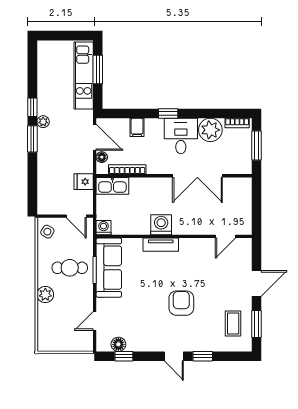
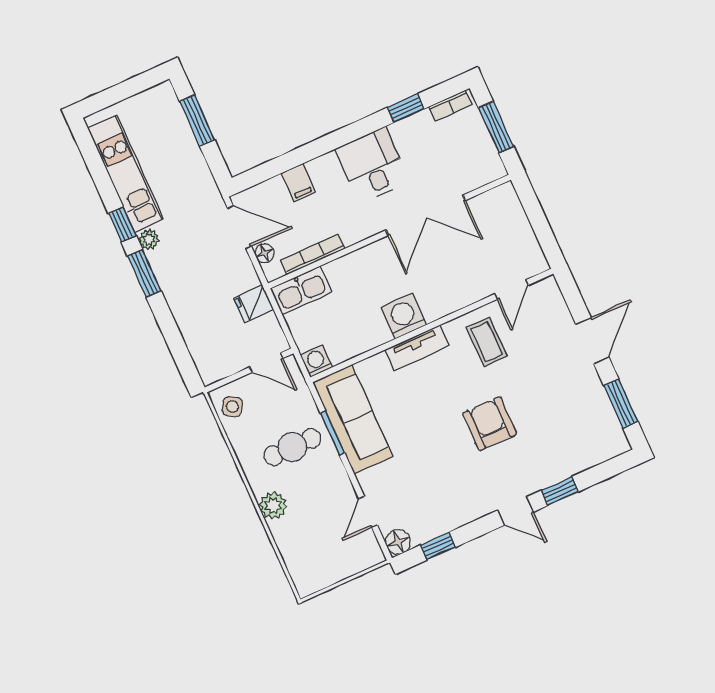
kitchen unit: (84, 75) -> (126, 174), moved, turned 180
window: (168, 113) -> (406, 108), moved
plant: (210, 130) -> (414, 135), removed
coffee table: (233, 323) -> (487, 342), moved
floor lamp: (118, 344) -> (398, 542), moved

